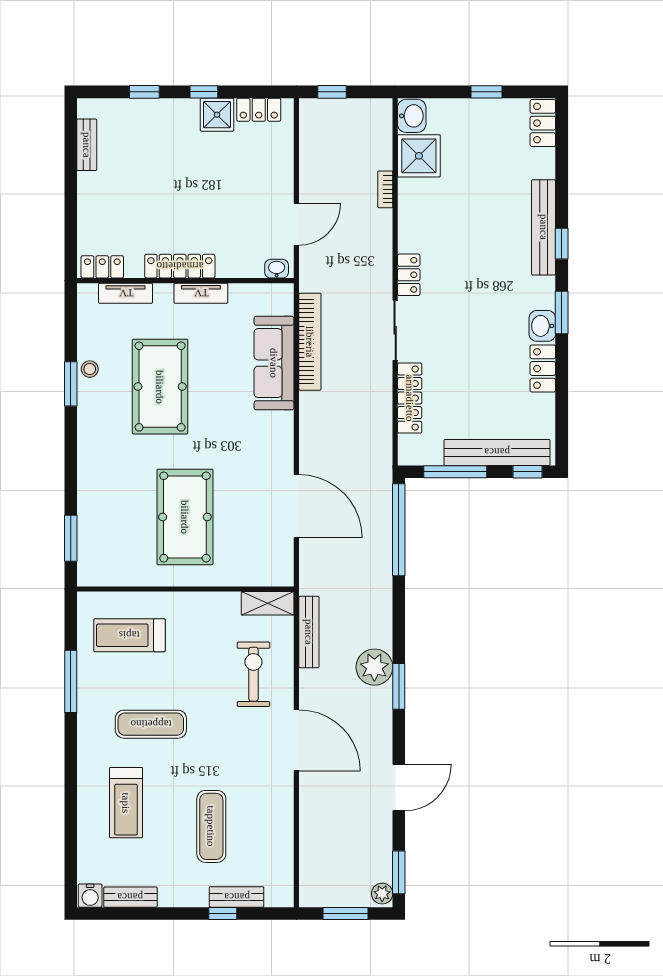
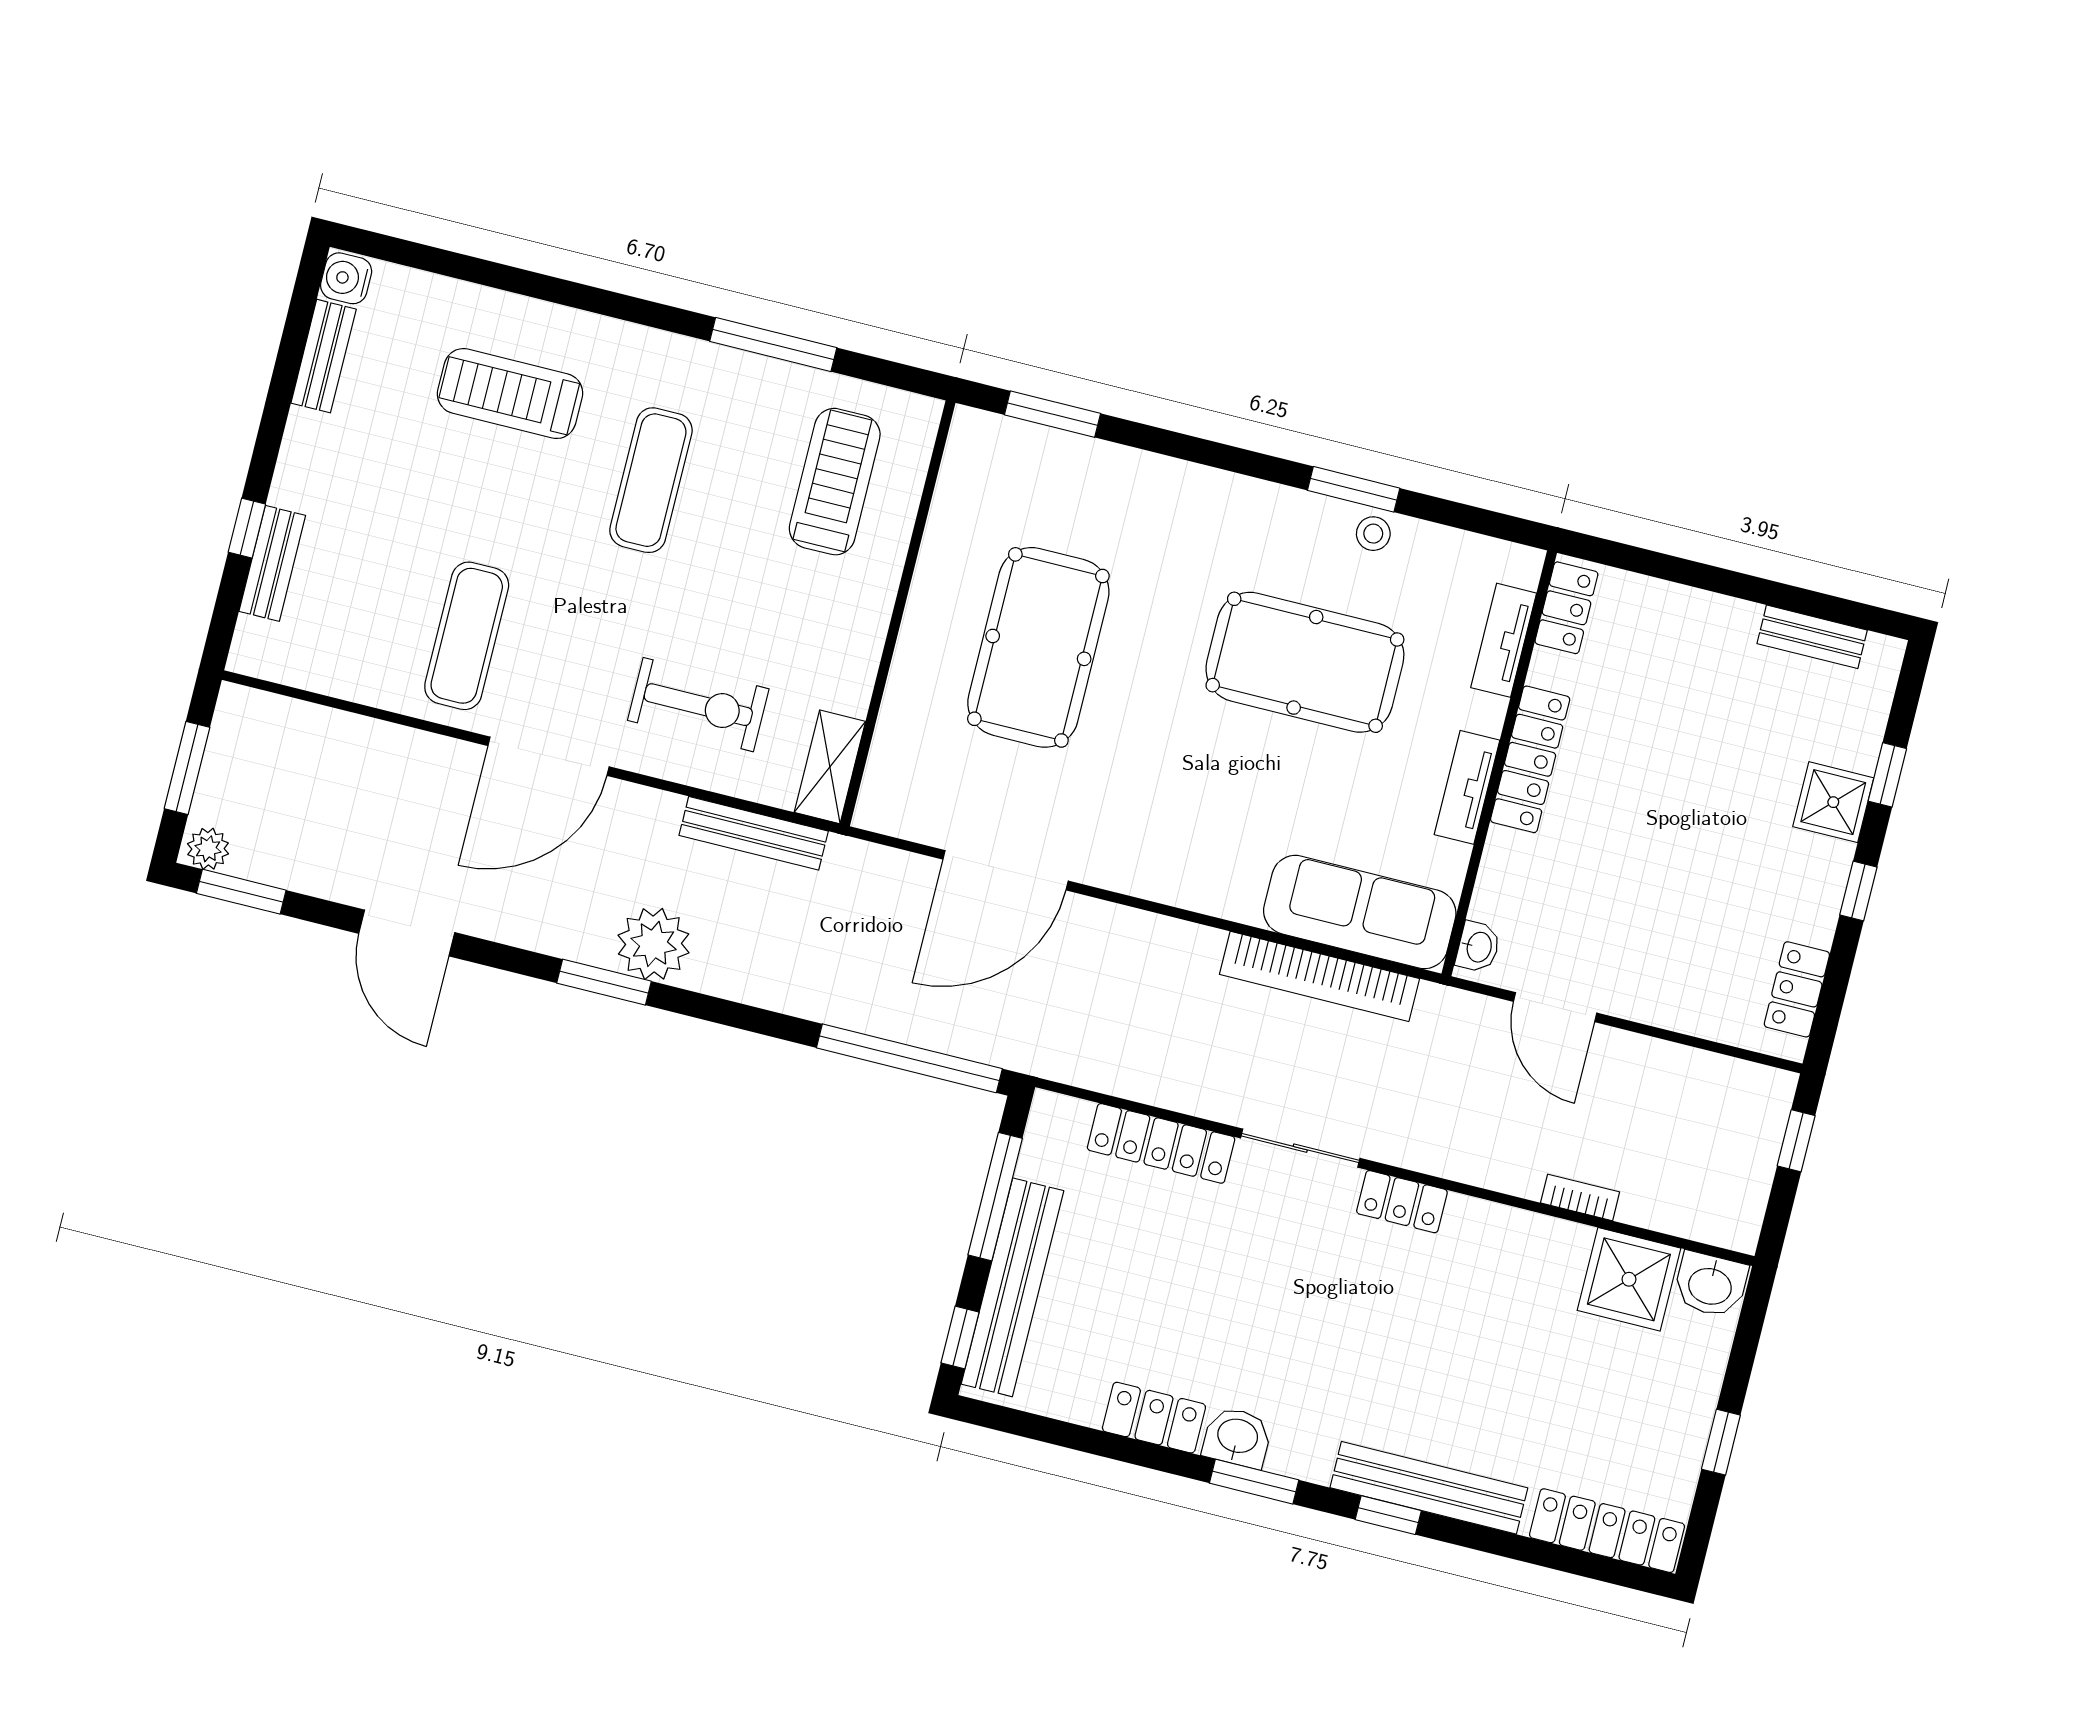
shower: (217, 115) -> (1833, 802), moved
locker: (543, 123) -> (1607, 1531), width x1.53
sofa: (274, 363) -> (1360, 912), moved
pool table: (185, 517) -> (1038, 647), turned 90
exercise mat: (211, 826) -> (467, 636), moved, turned 90

